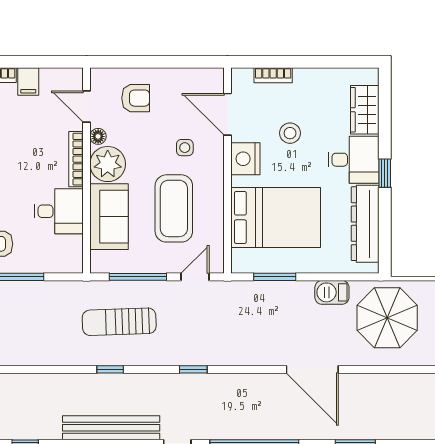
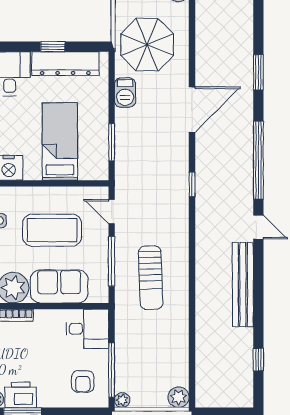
window: (385, 173) -> (53, 47), moved
desk: (59, 211) -> (87, 329), moved, turned 90
bed: (276, 217) -> (60, 142), width x0.67
window: (110, 369) -> (192, 286), removed
window: (193, 369) -> (192, 184), moved

